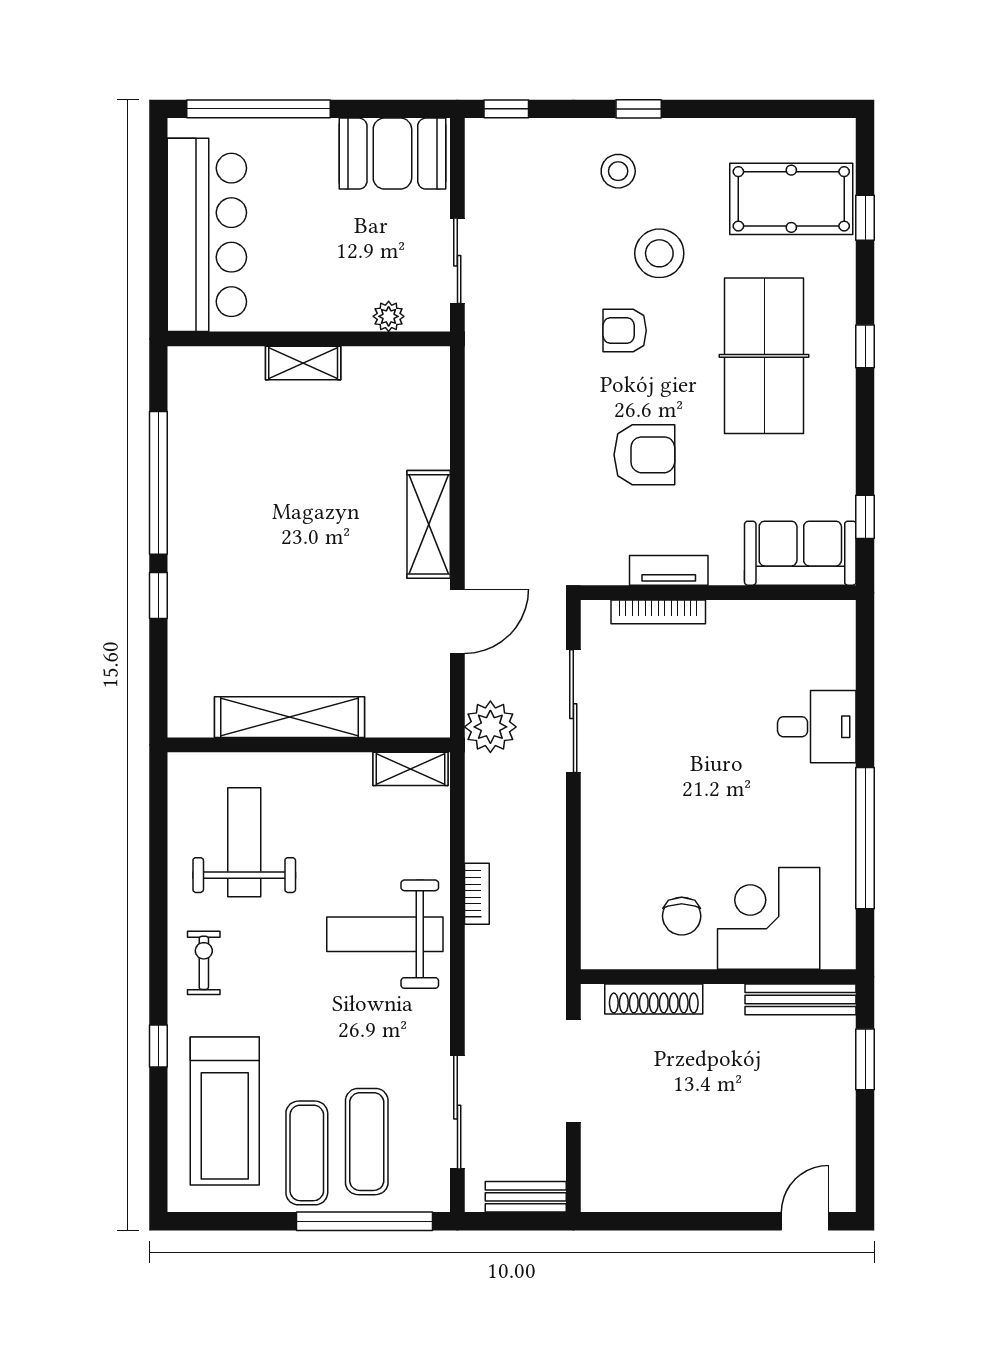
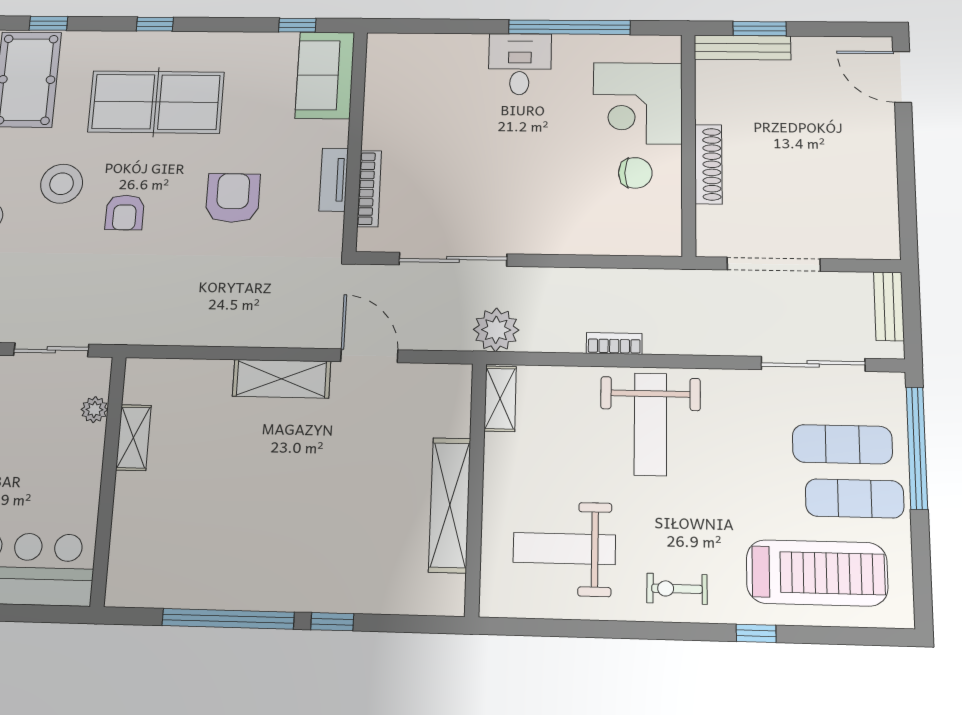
shelving: (303, 363) -> (133, 438), moved
plant: (490, 727) -> (496, 330), moved
desk: (817, 727) -> (520, 64), moved
shoe rack: (654, 999) -> (708, 164), moved
bench: (801, 999) -> (742, 48), moved, turned 90
door: (805, 1221) -> (902, 77), width x1.38

